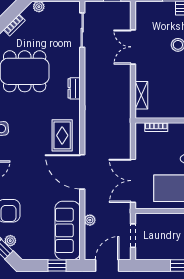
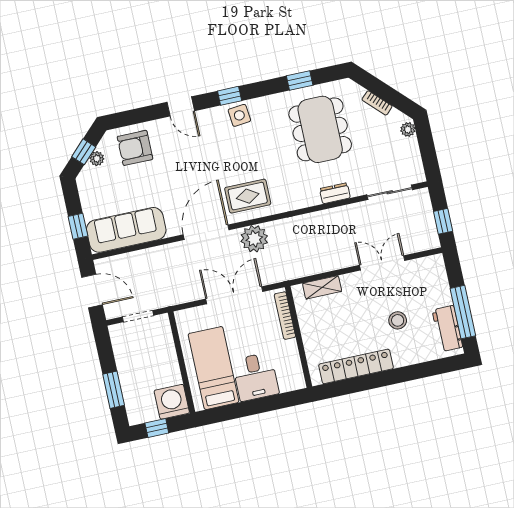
dresser: (74, 88) -> (335, 193), moved
bookcase: (156, 127) -> (285, 316), width x1.56
double door: (133, 181) -> (234, 295), moved
plant: (90, 220) -> (254, 239), moved, width x1.88, depth x1.88

